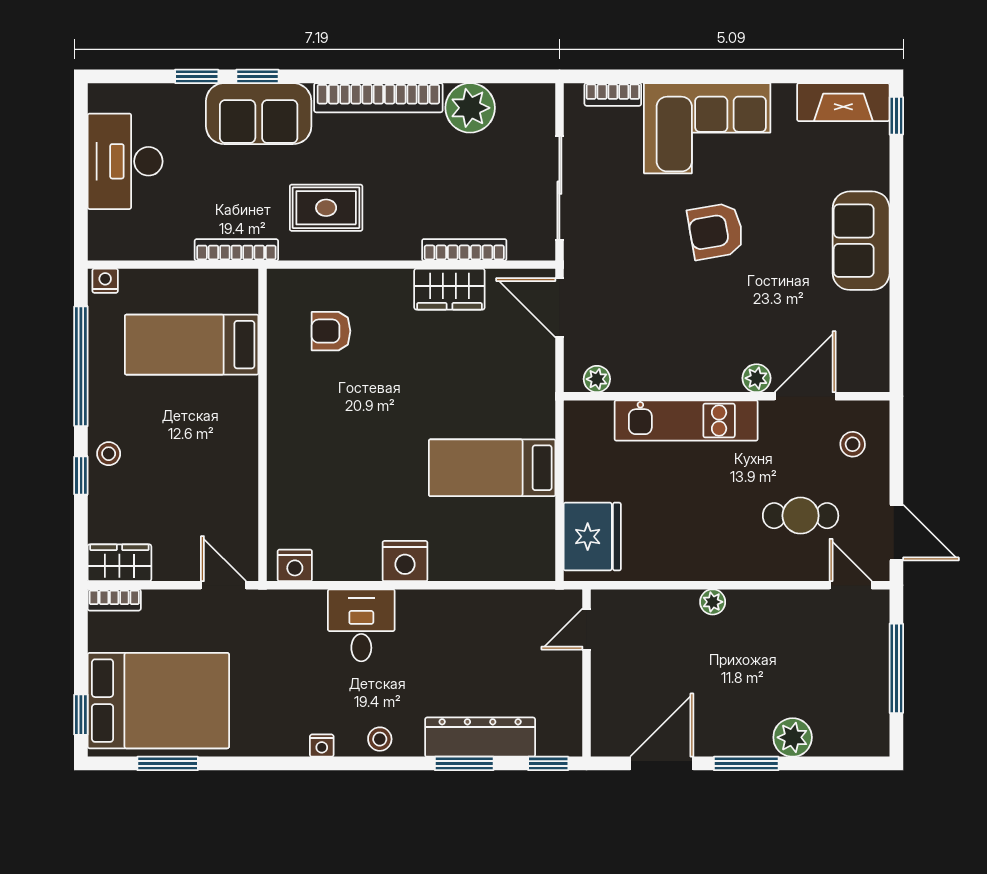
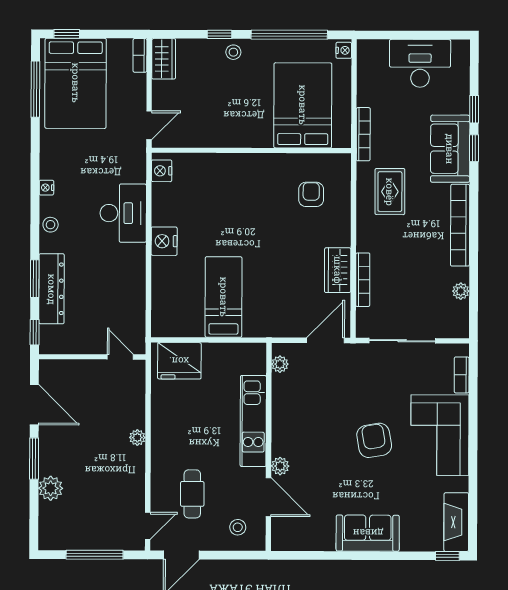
plant: (470, 108) -> (461, 291), width x0.53, depth x0.53
bed: (192, 345) -> (303, 105), width x1.50
desk: (361, 625) -> (123, 213), width x1.37
window: (168, 763) -> (35, 89), width x1.44

